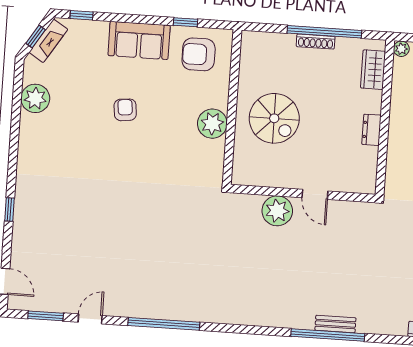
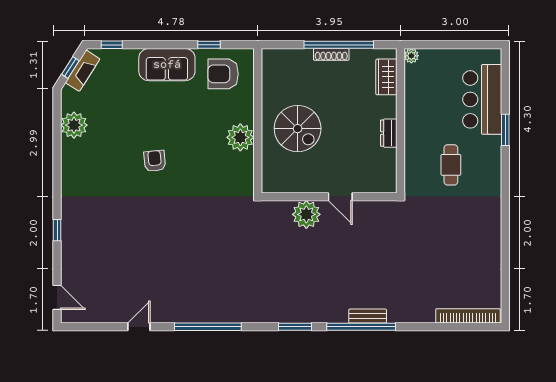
armchair: (125, 110) -> (155, 161), moved
window: (46, 316) -> (295, 327), moved

